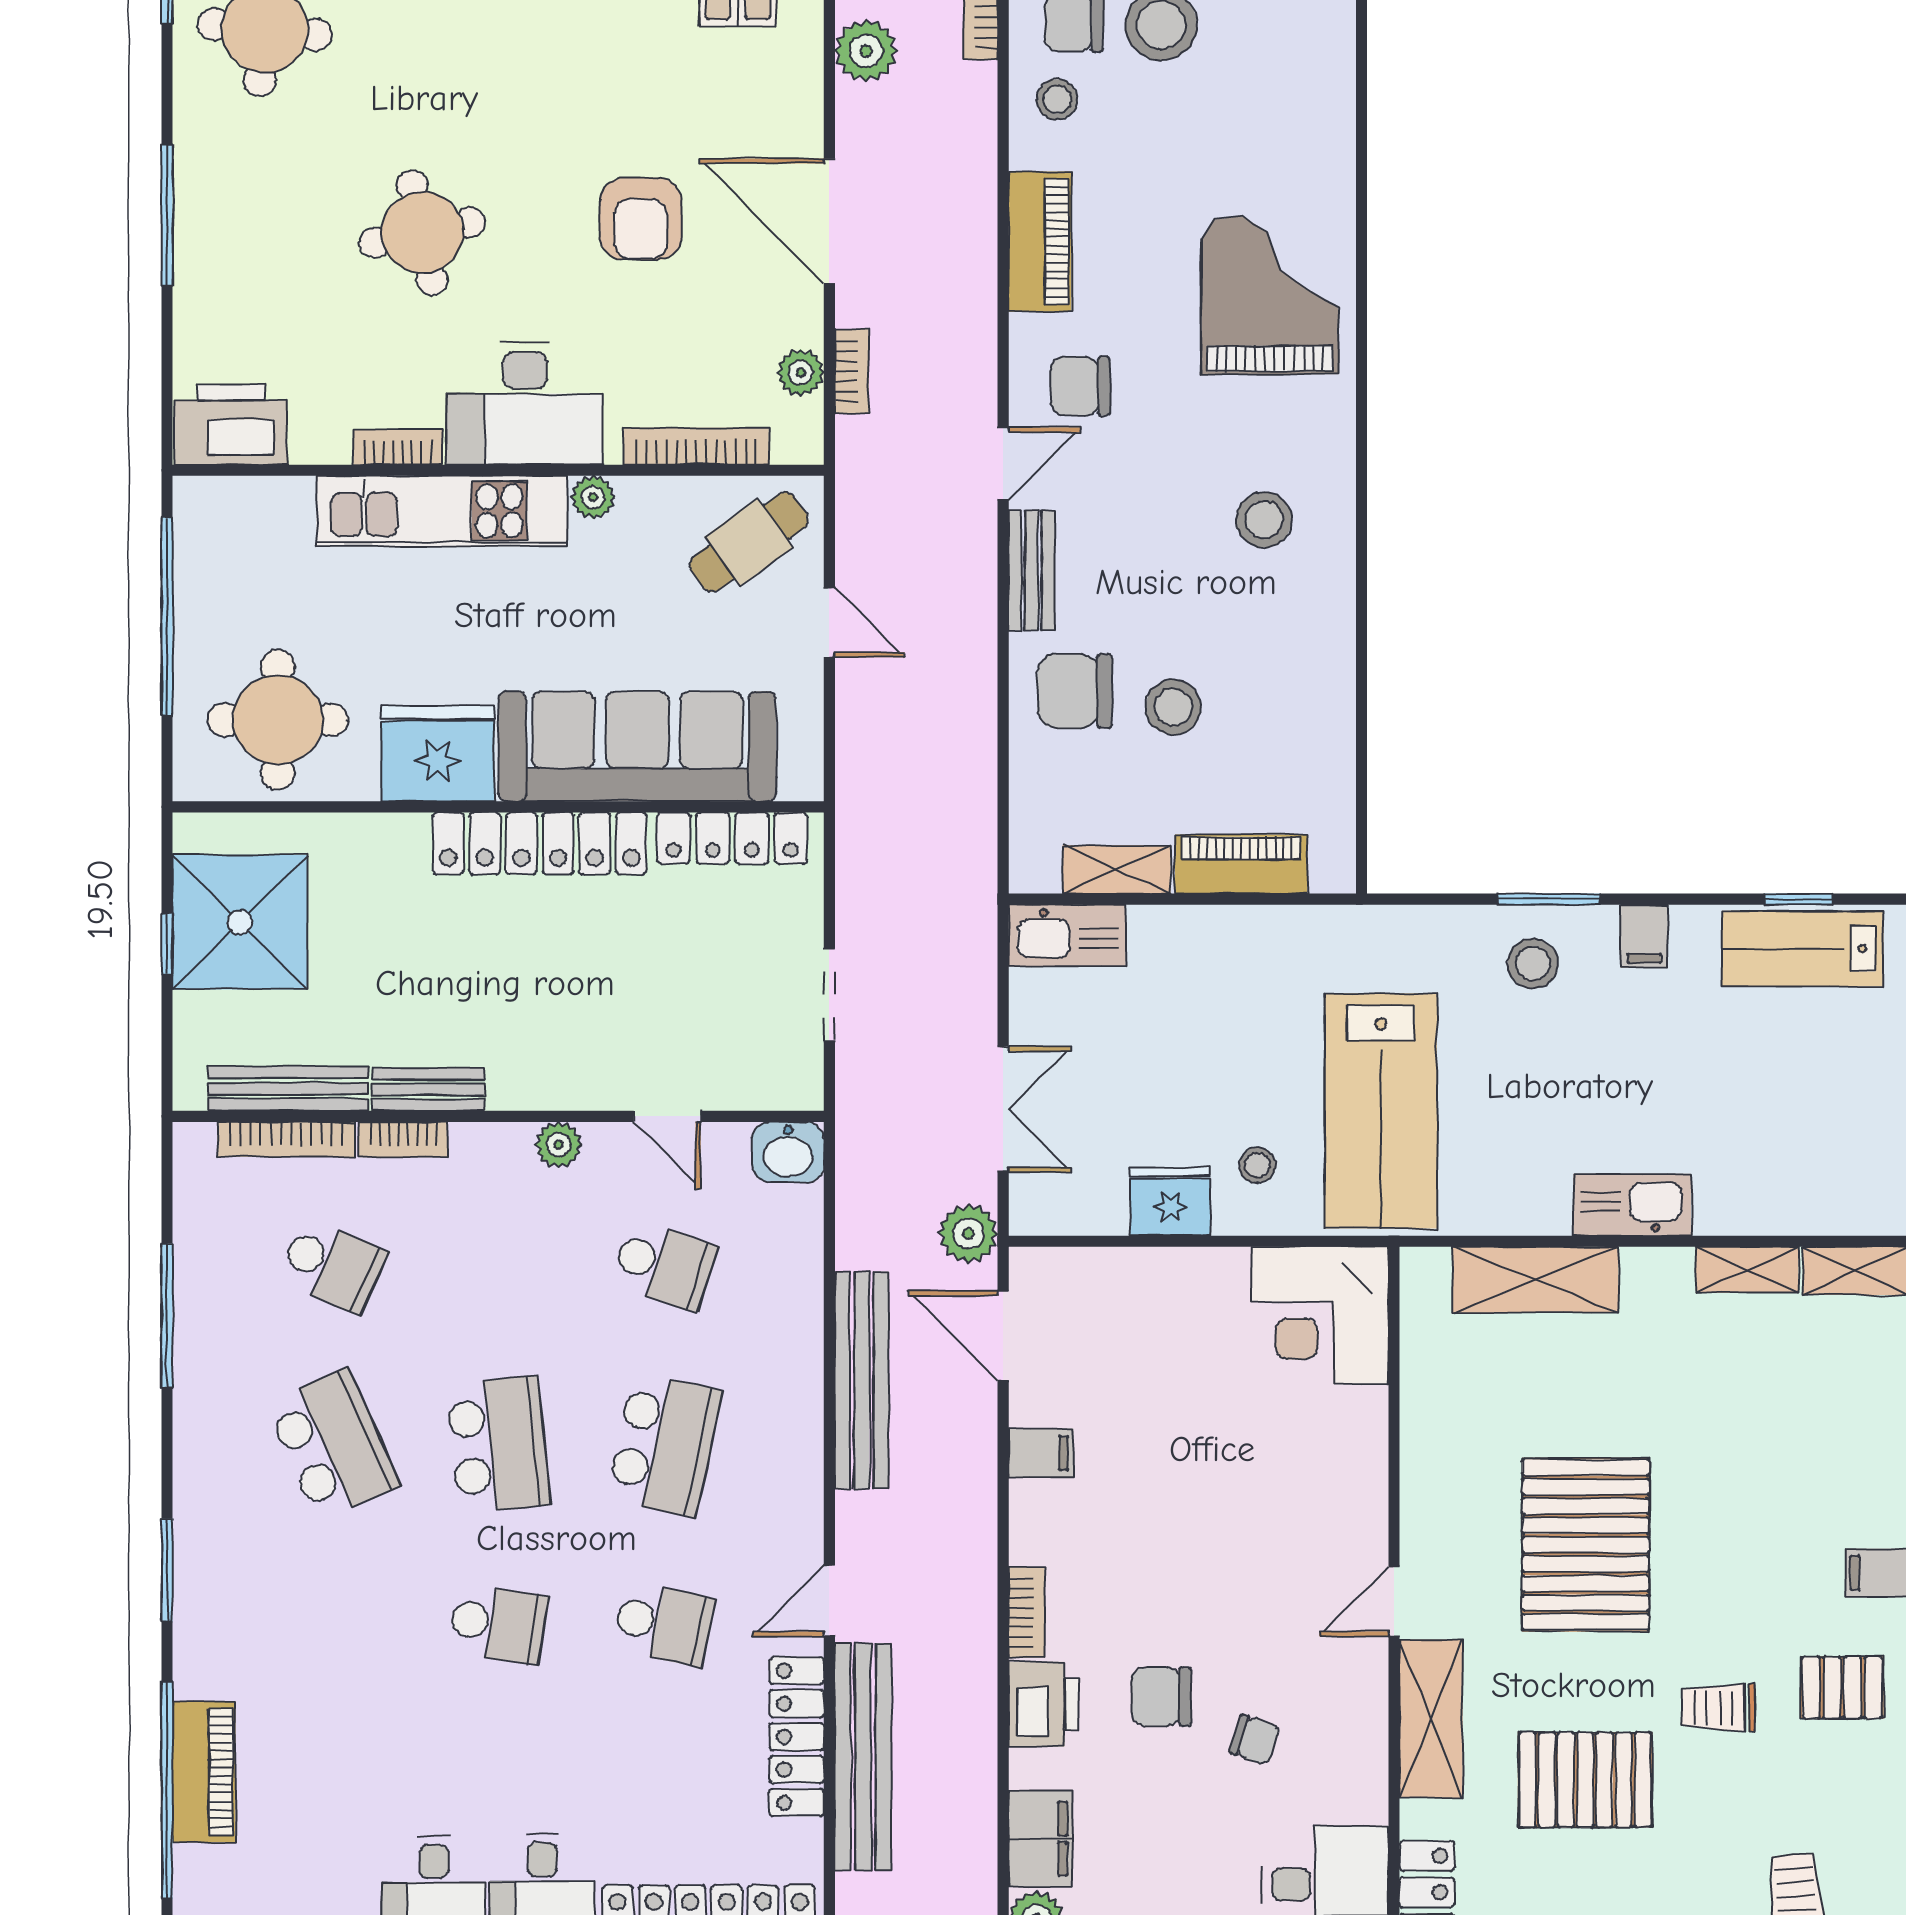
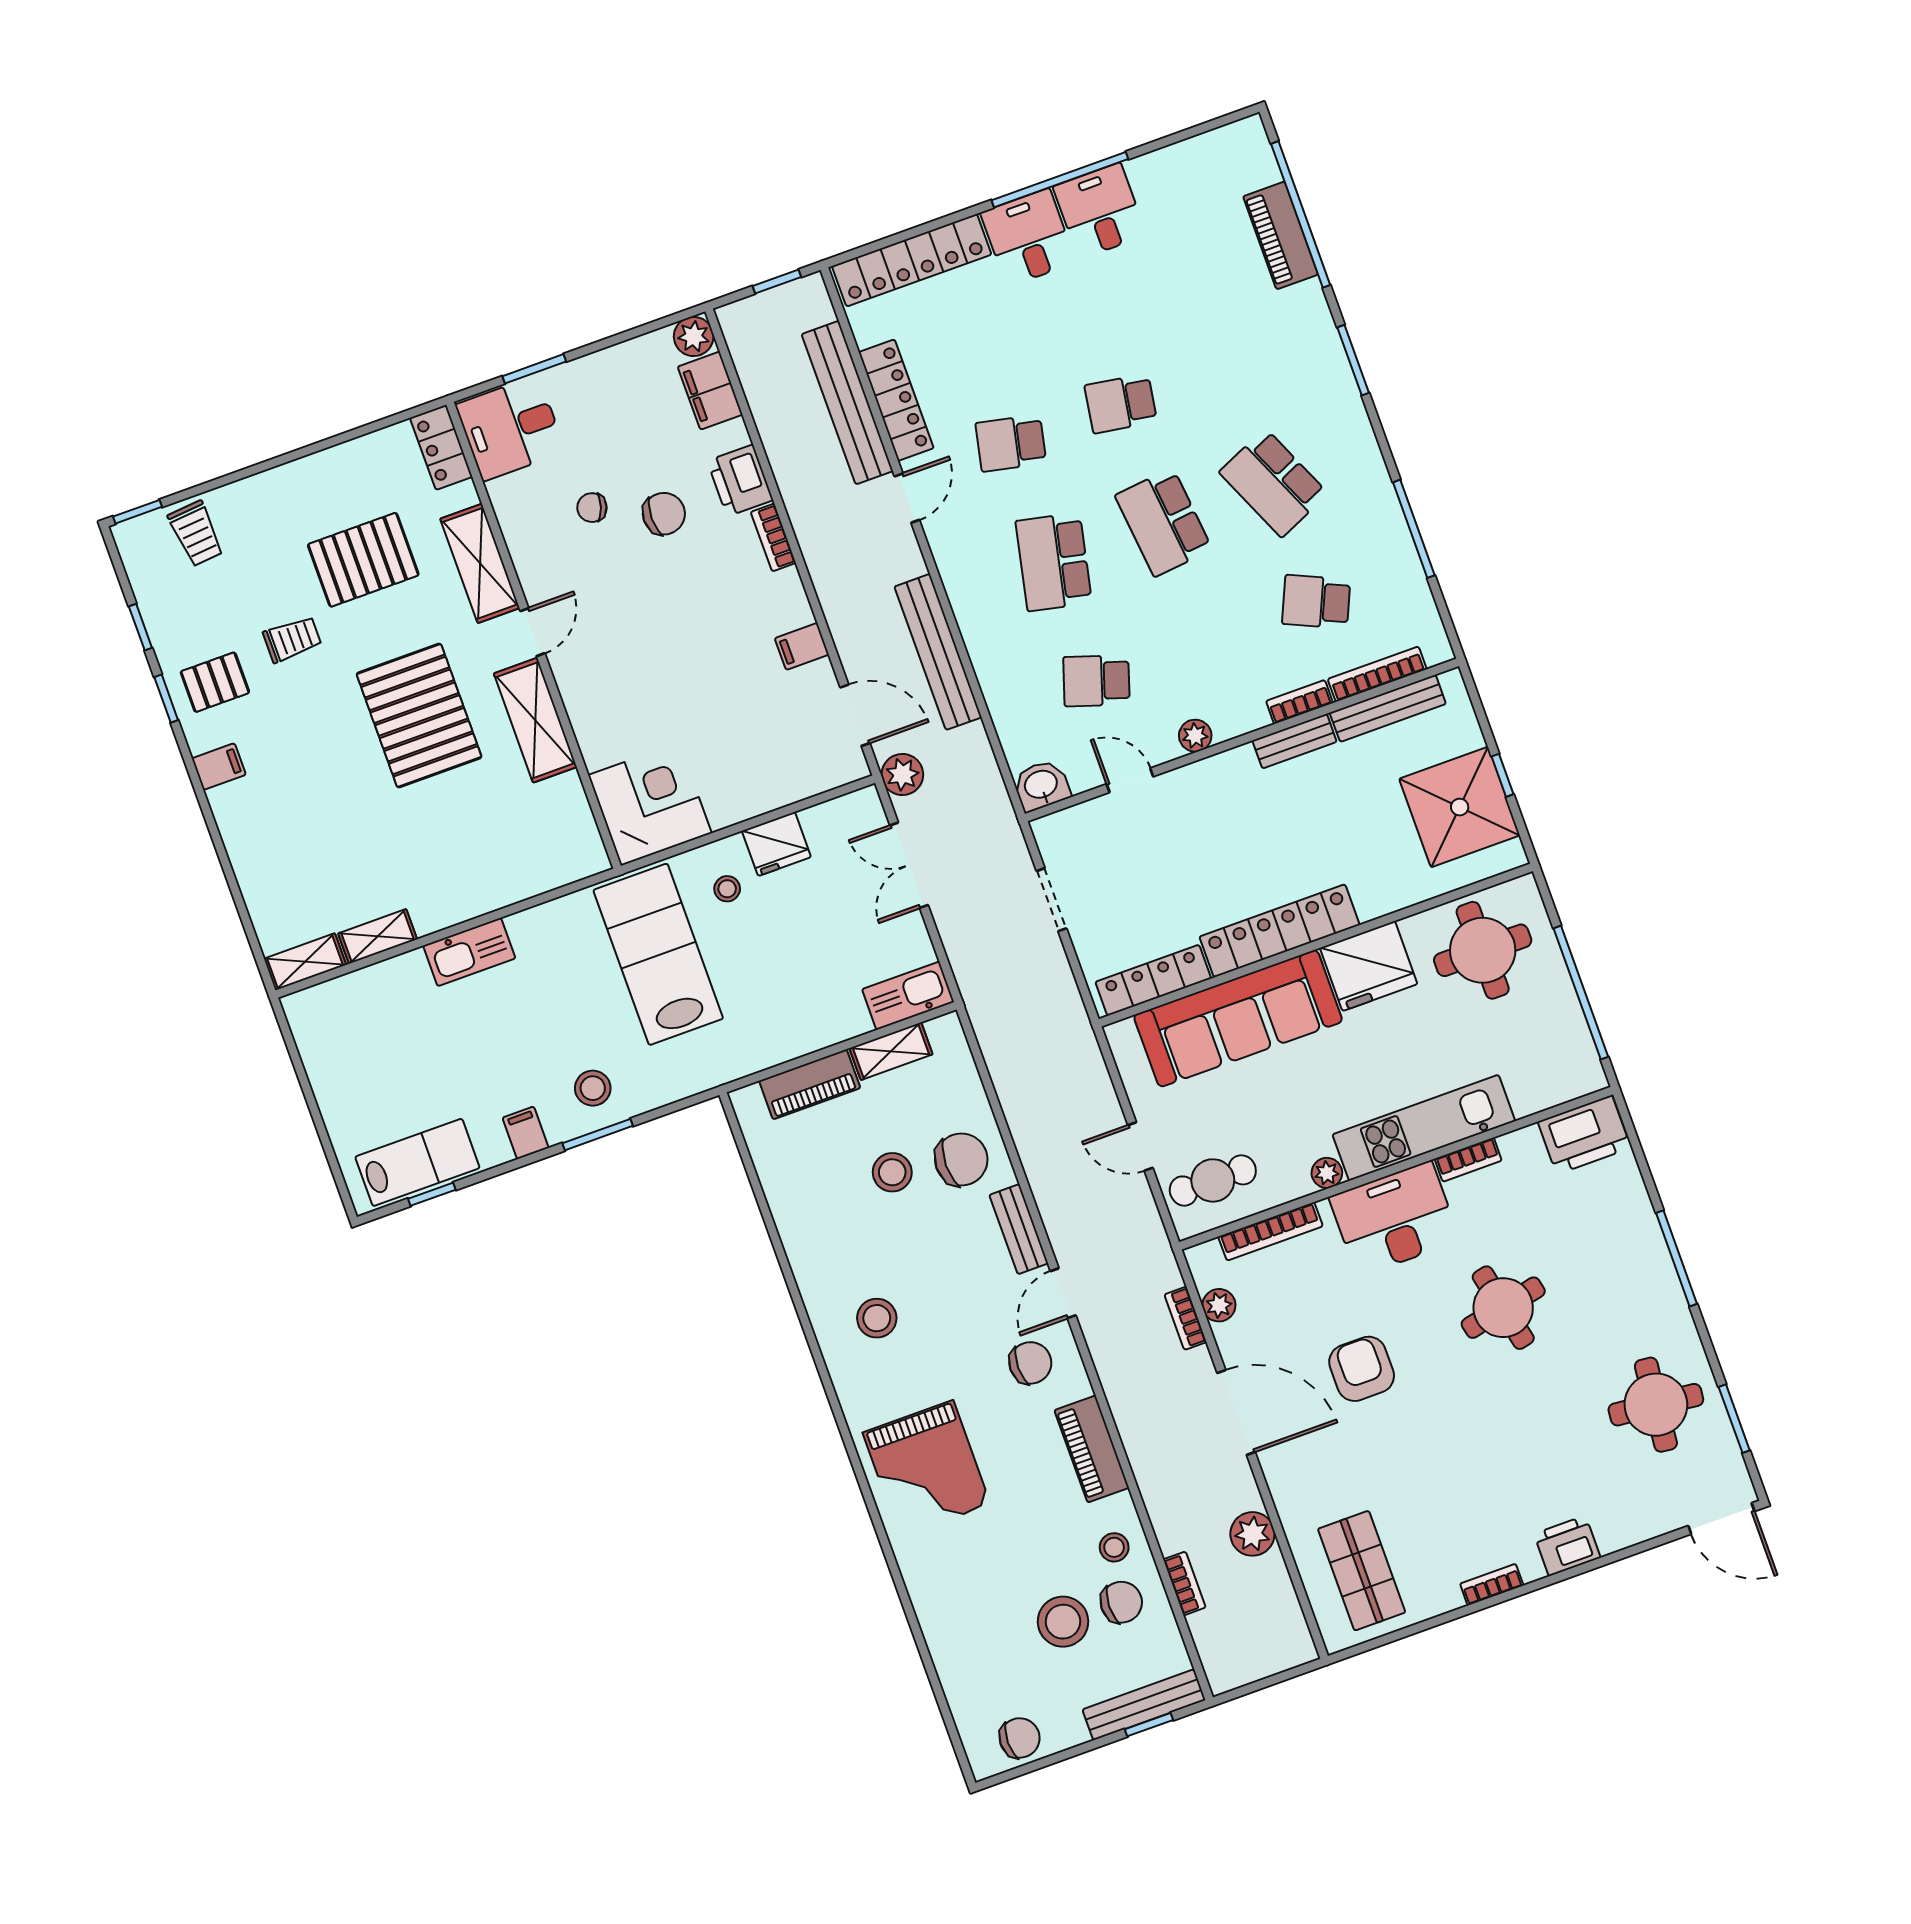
cafe table: (749, 542) -> (1213, 1180), turned 36
shelving: (1536, 1280) -> (535, 720), moved, turned 90

